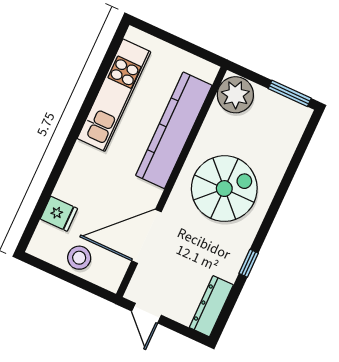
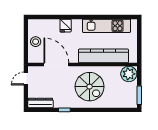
fridge: (59, 214) -> (66, 26), moved

